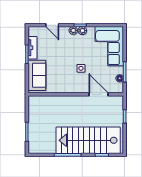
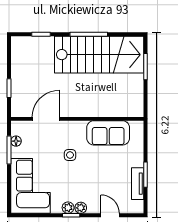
sofa: (37, 75) -> (108, 133), moved, turned -90
door: (98, 94) -> (46, 119), swing flipped
stairs: (88, 140) -> (99, 55), moved

